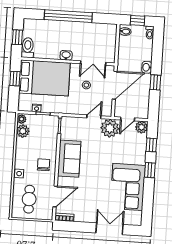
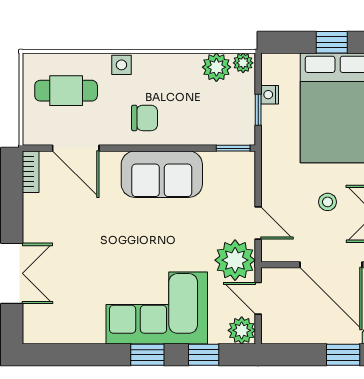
corner sofa: (128, 187) -> (157, 308), moved

